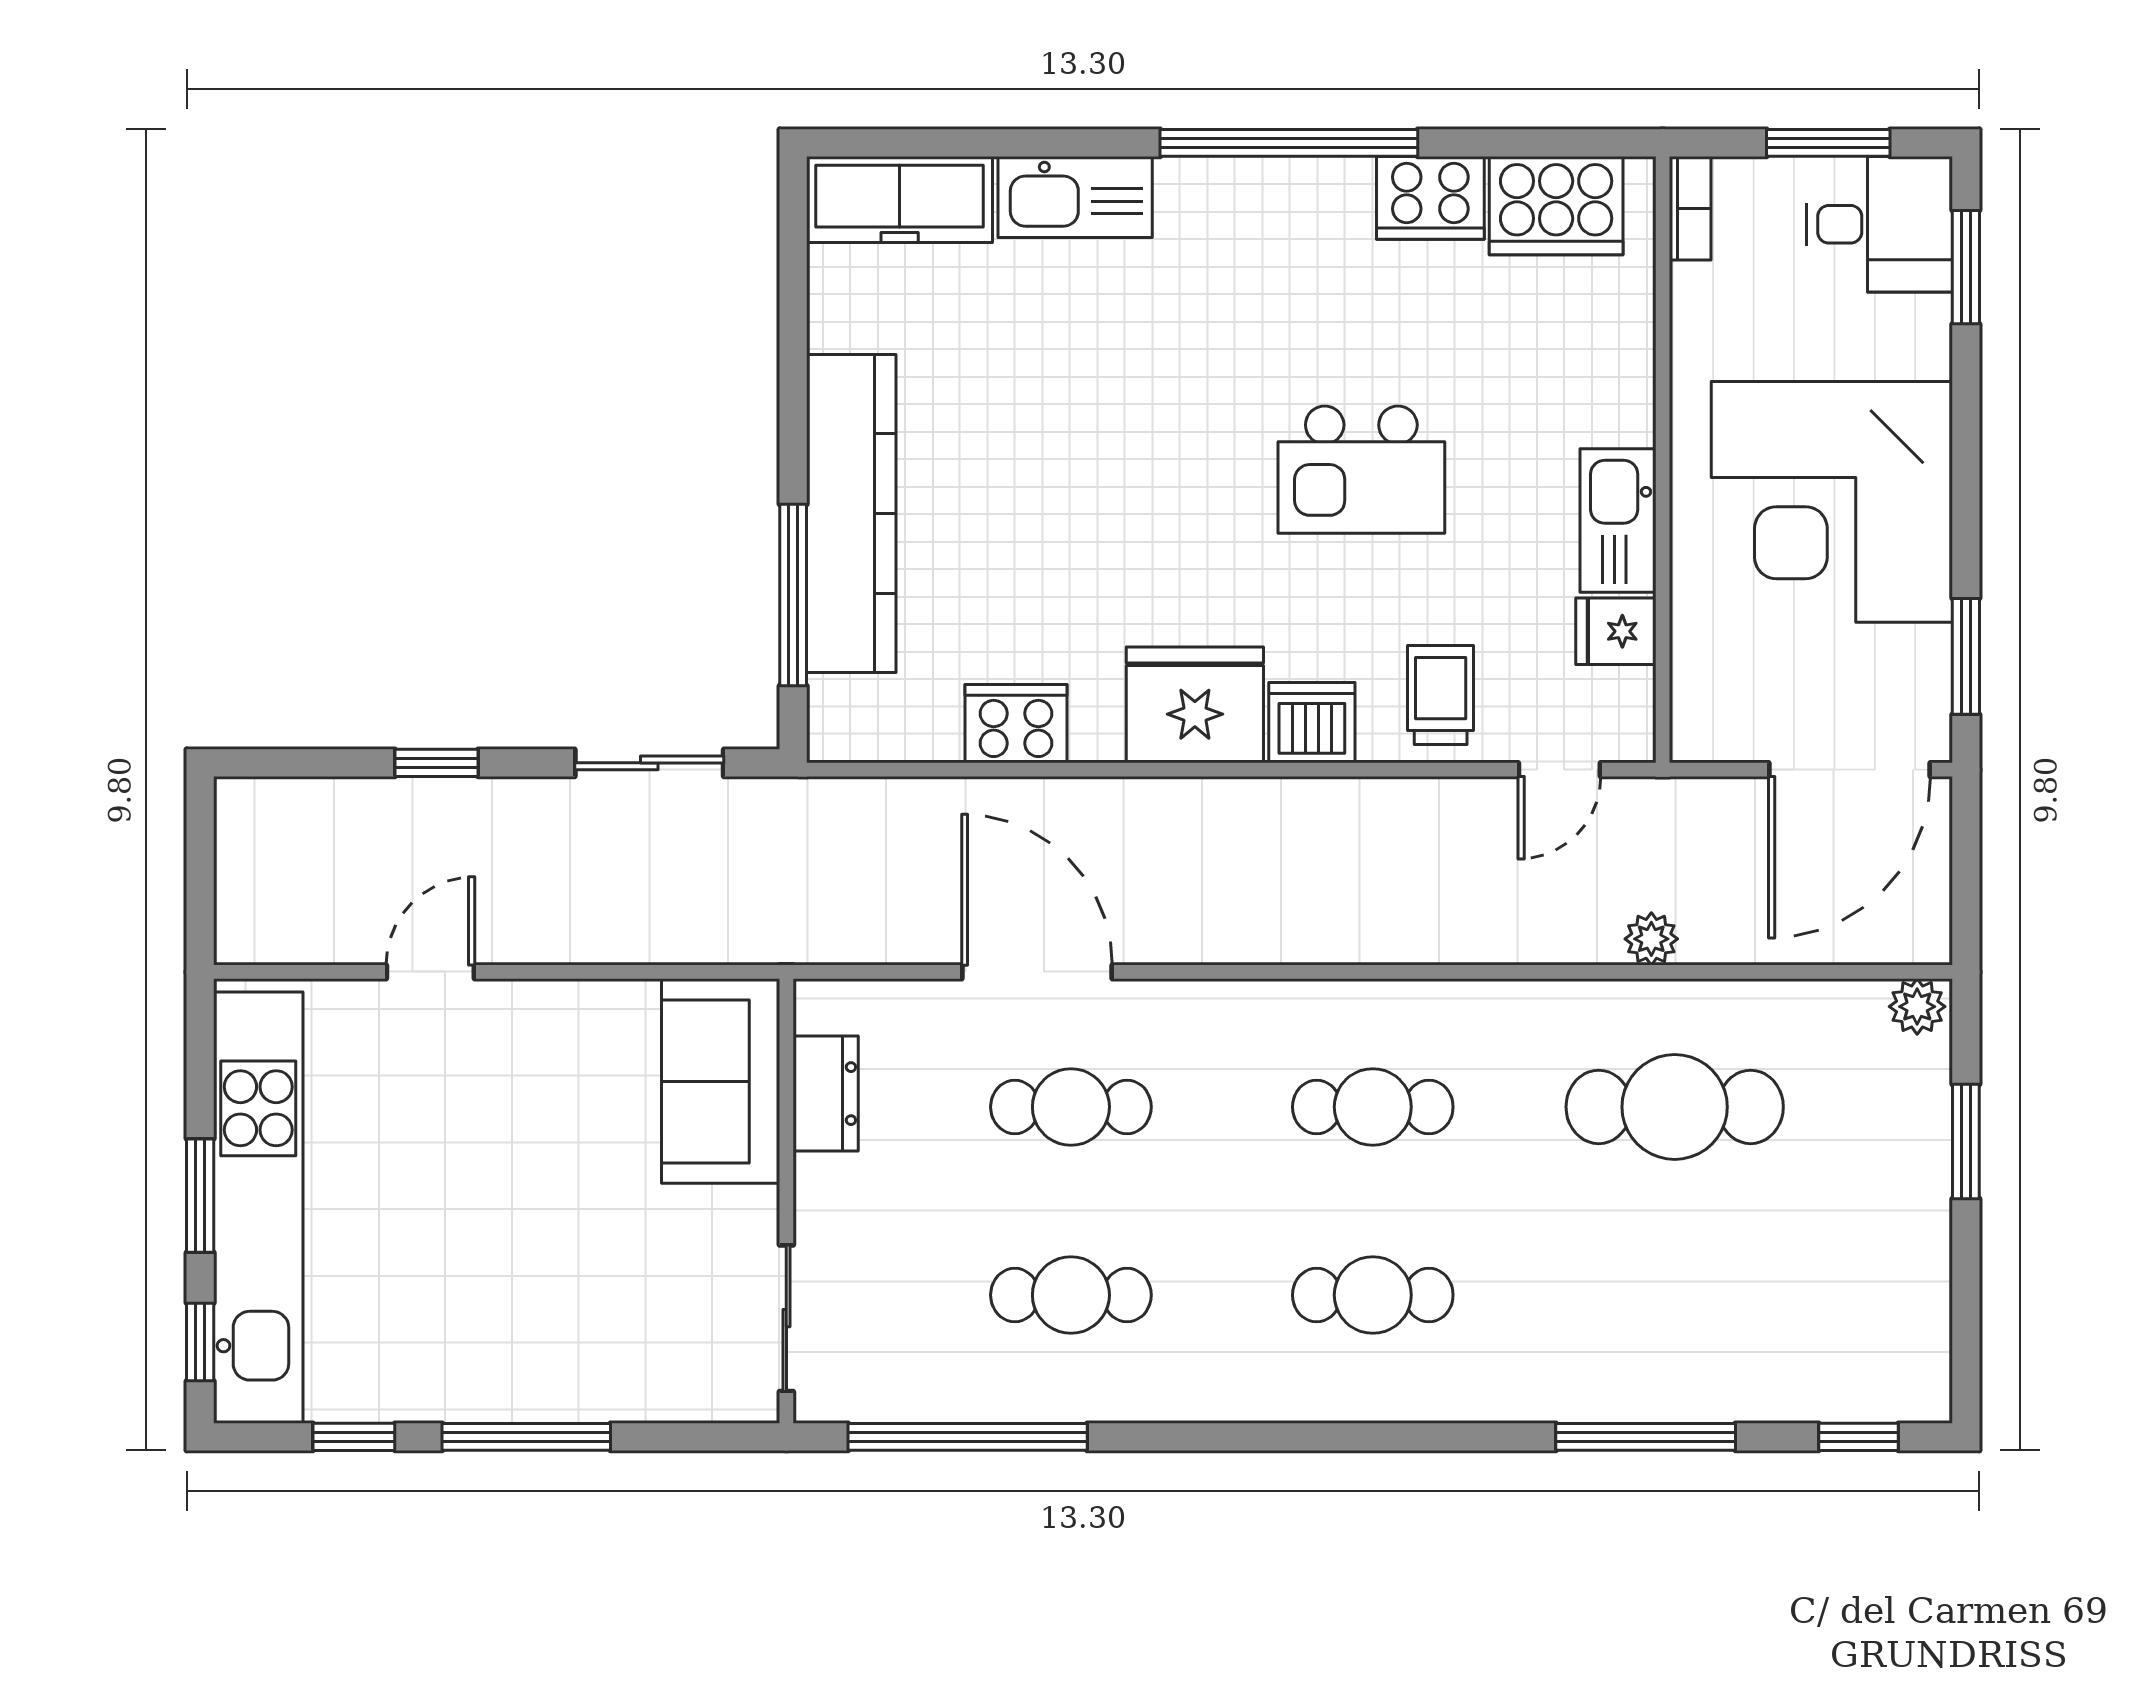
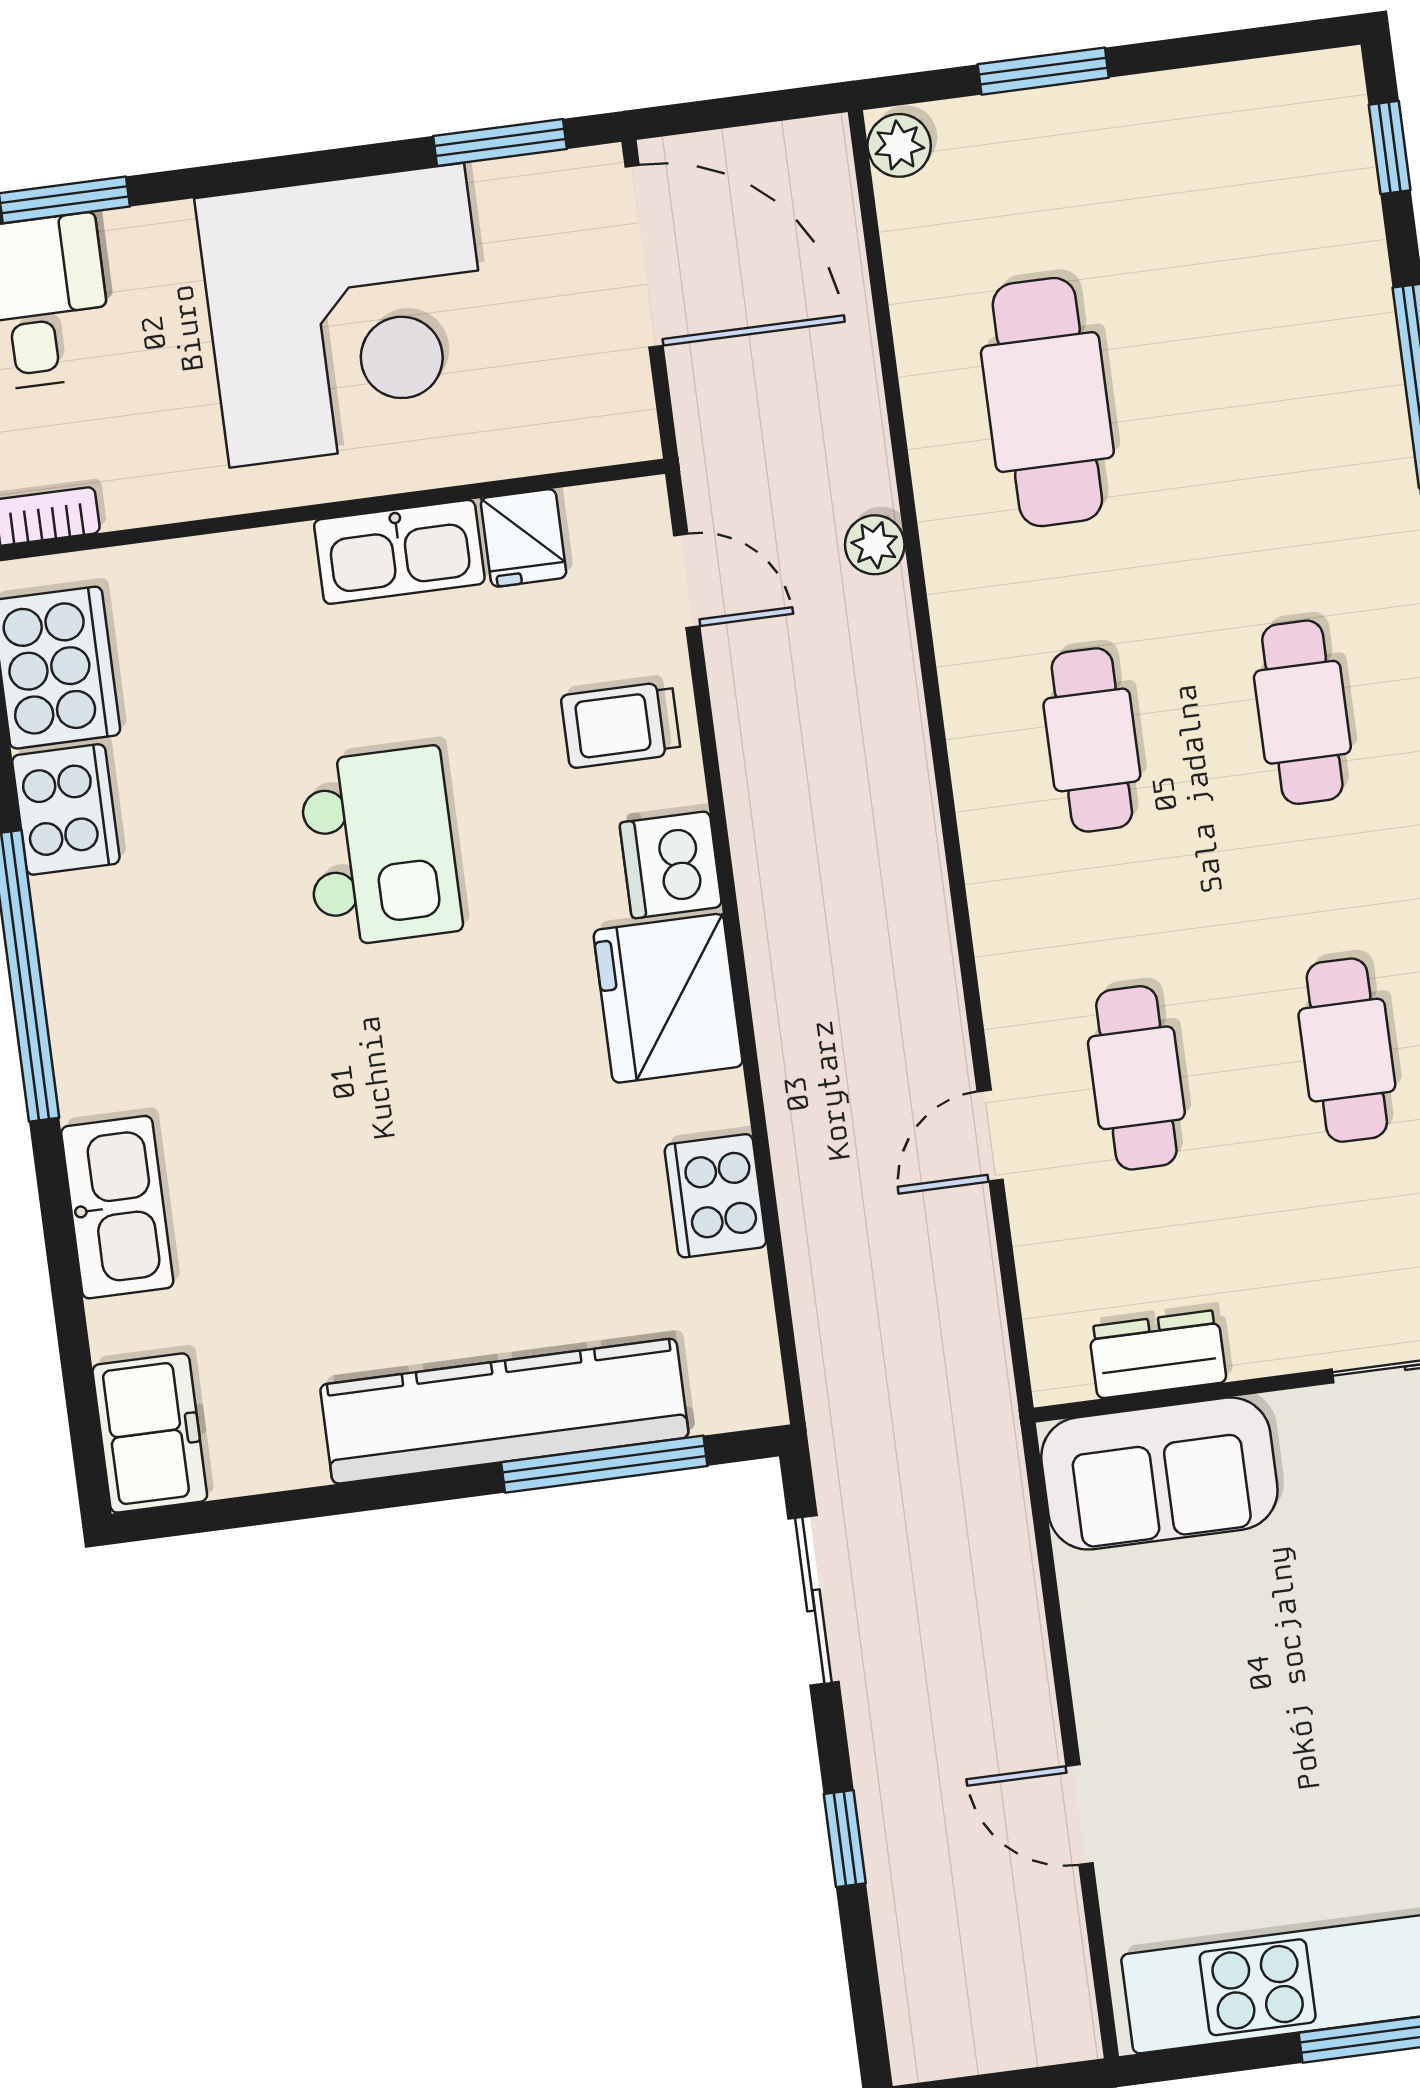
freezer: (900, 200) -> (150, 1433), width x0.71
plant: (1651, 939) -> (875, 545), moved
door: (1037, 972) -> (990, 1136), width x0.53

